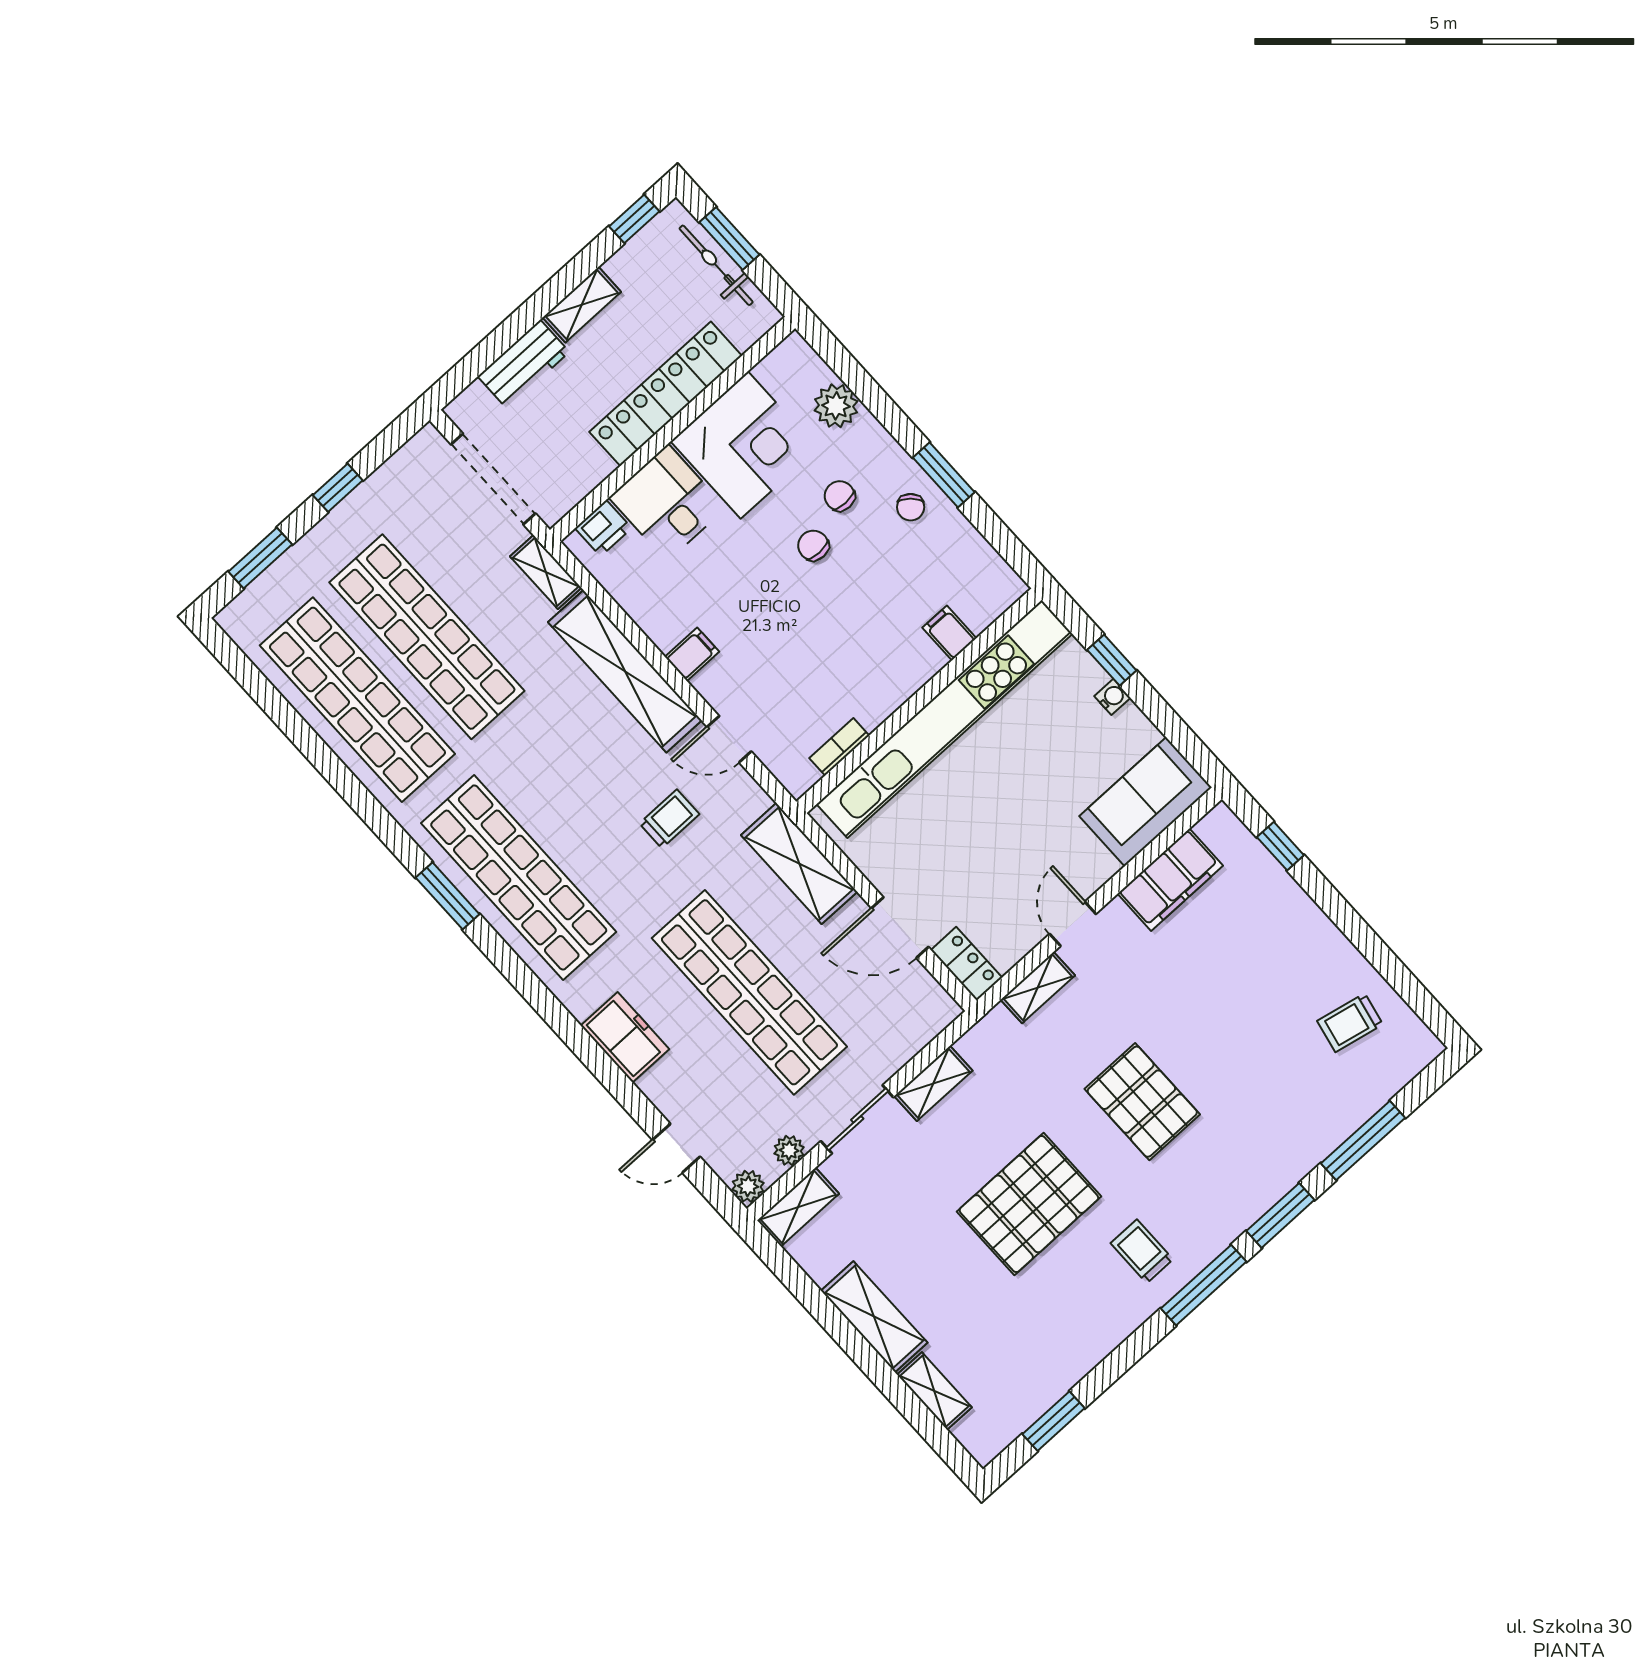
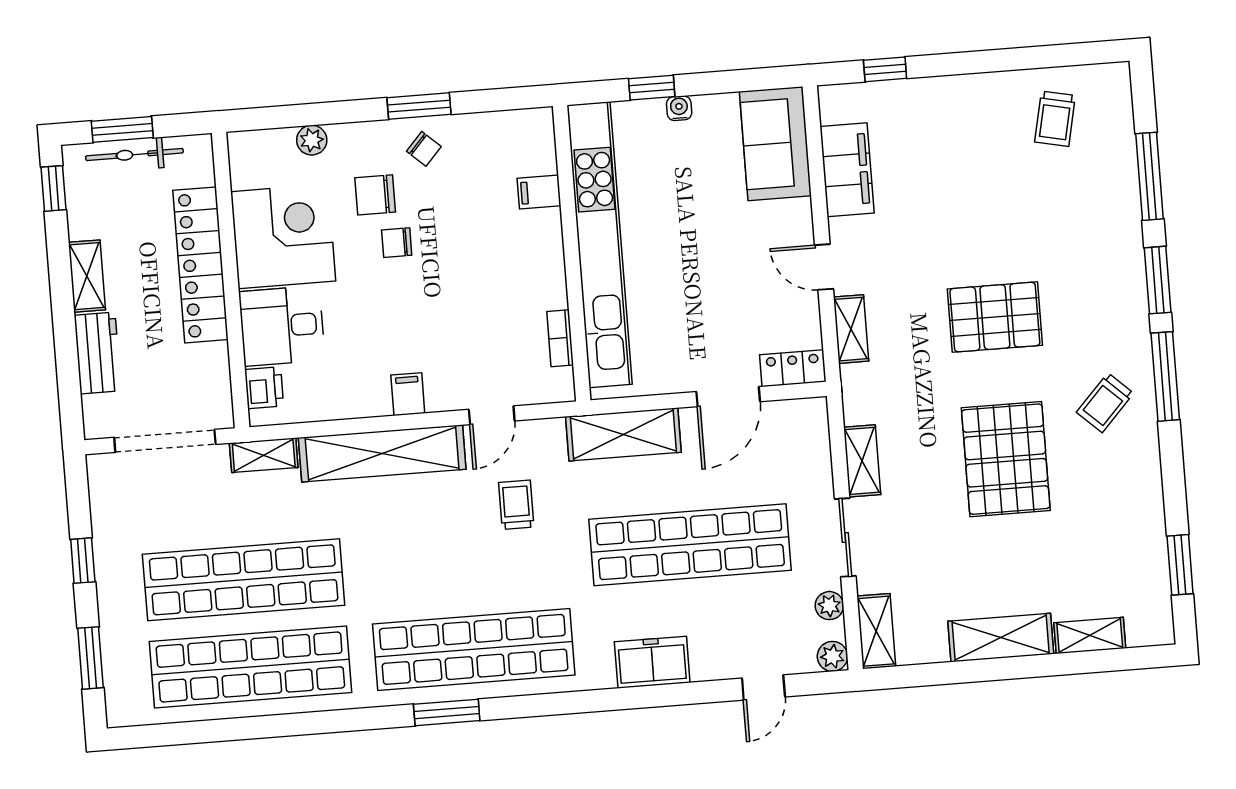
plant: (836, 406) -> (312, 140), width x0.73, depth x0.73
chair: (840, 496) -> (375, 195), width x1.37, depth x1.37
trolley: (1142, 1251) -> (1105, 403), turned -47

